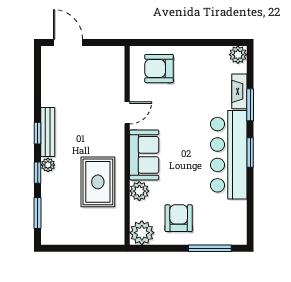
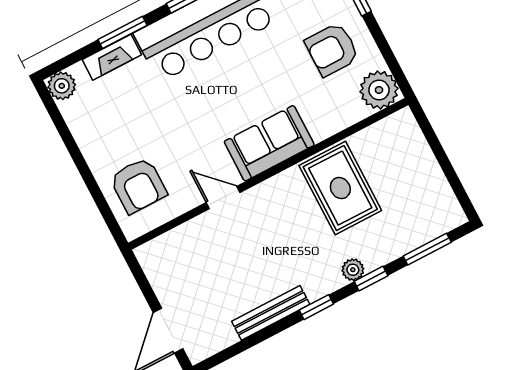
bench: (48, 132) -> (271, 313), moved
rug: (98, 182) -> (340, 188), turned 90
plant: (139, 191) -> (323, 124), removed

